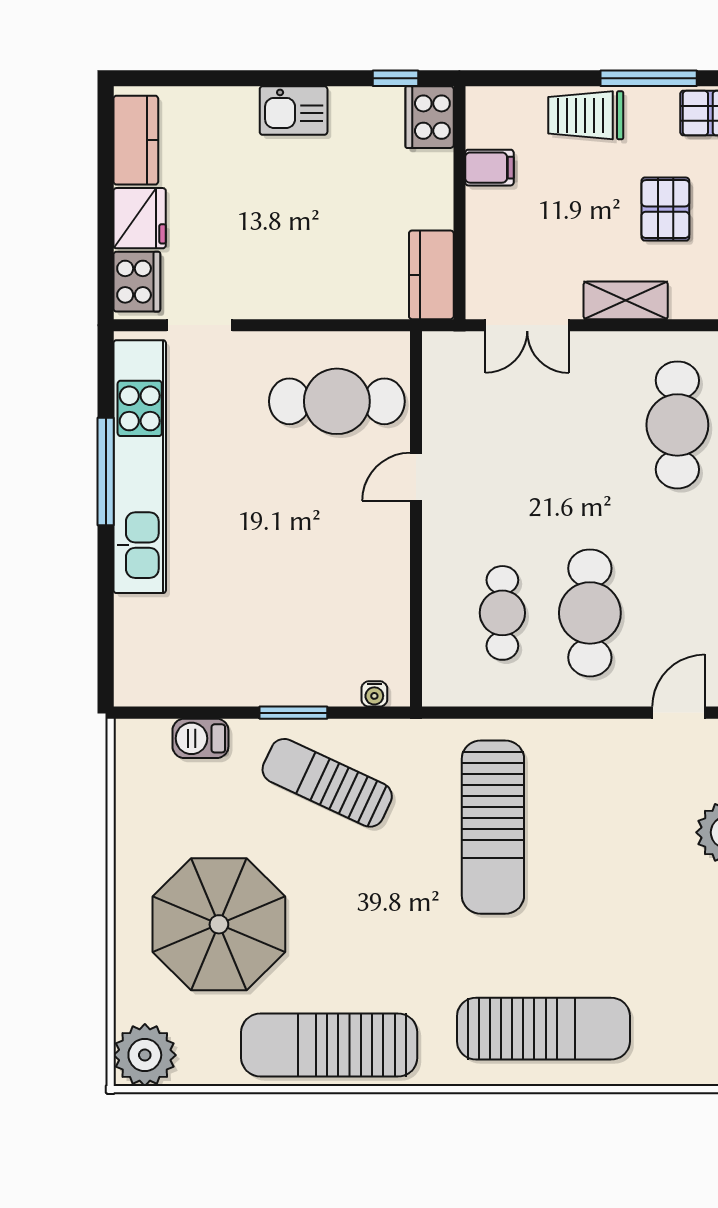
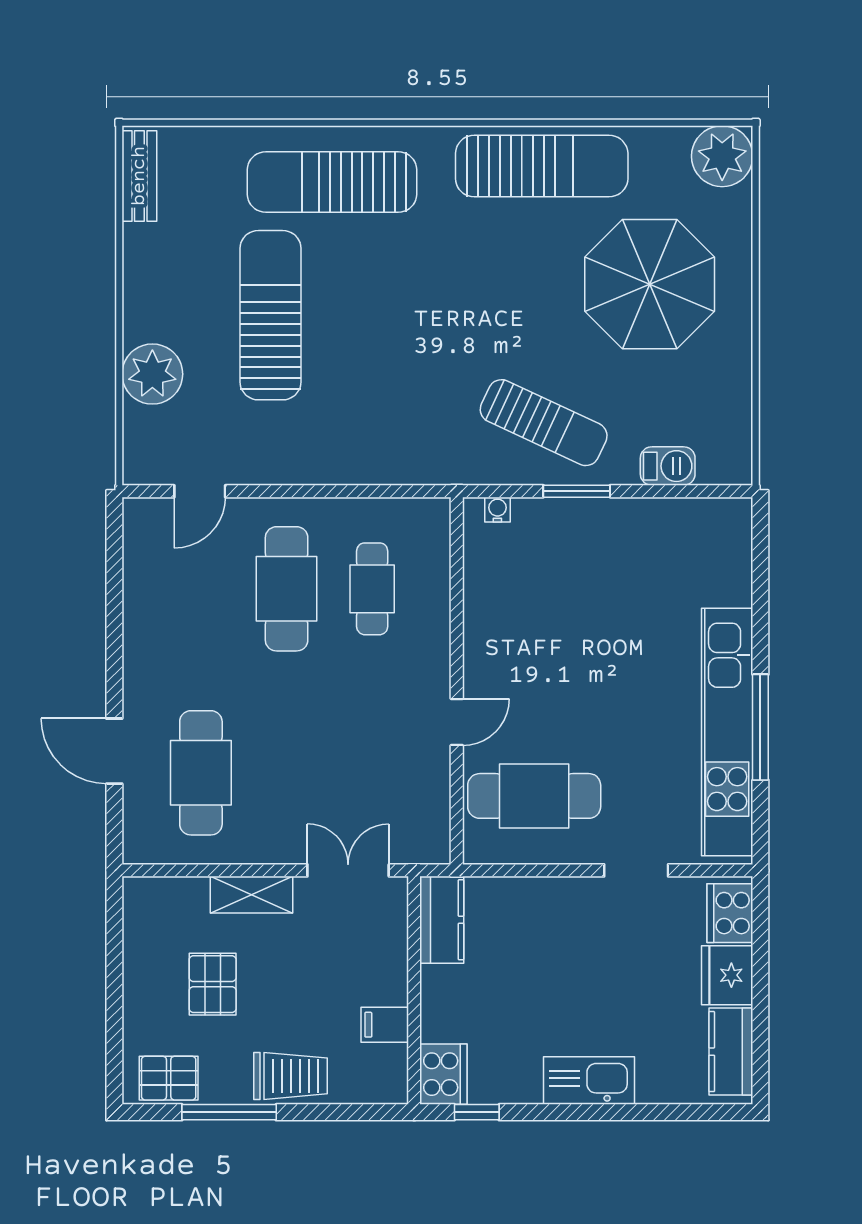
kitchen sink: (294, 111) -> (589, 1081), width x1.38
doorway: (200, 325) -> (636, 870), moved
sun lounger: (493, 827) -> (270, 315), moved

